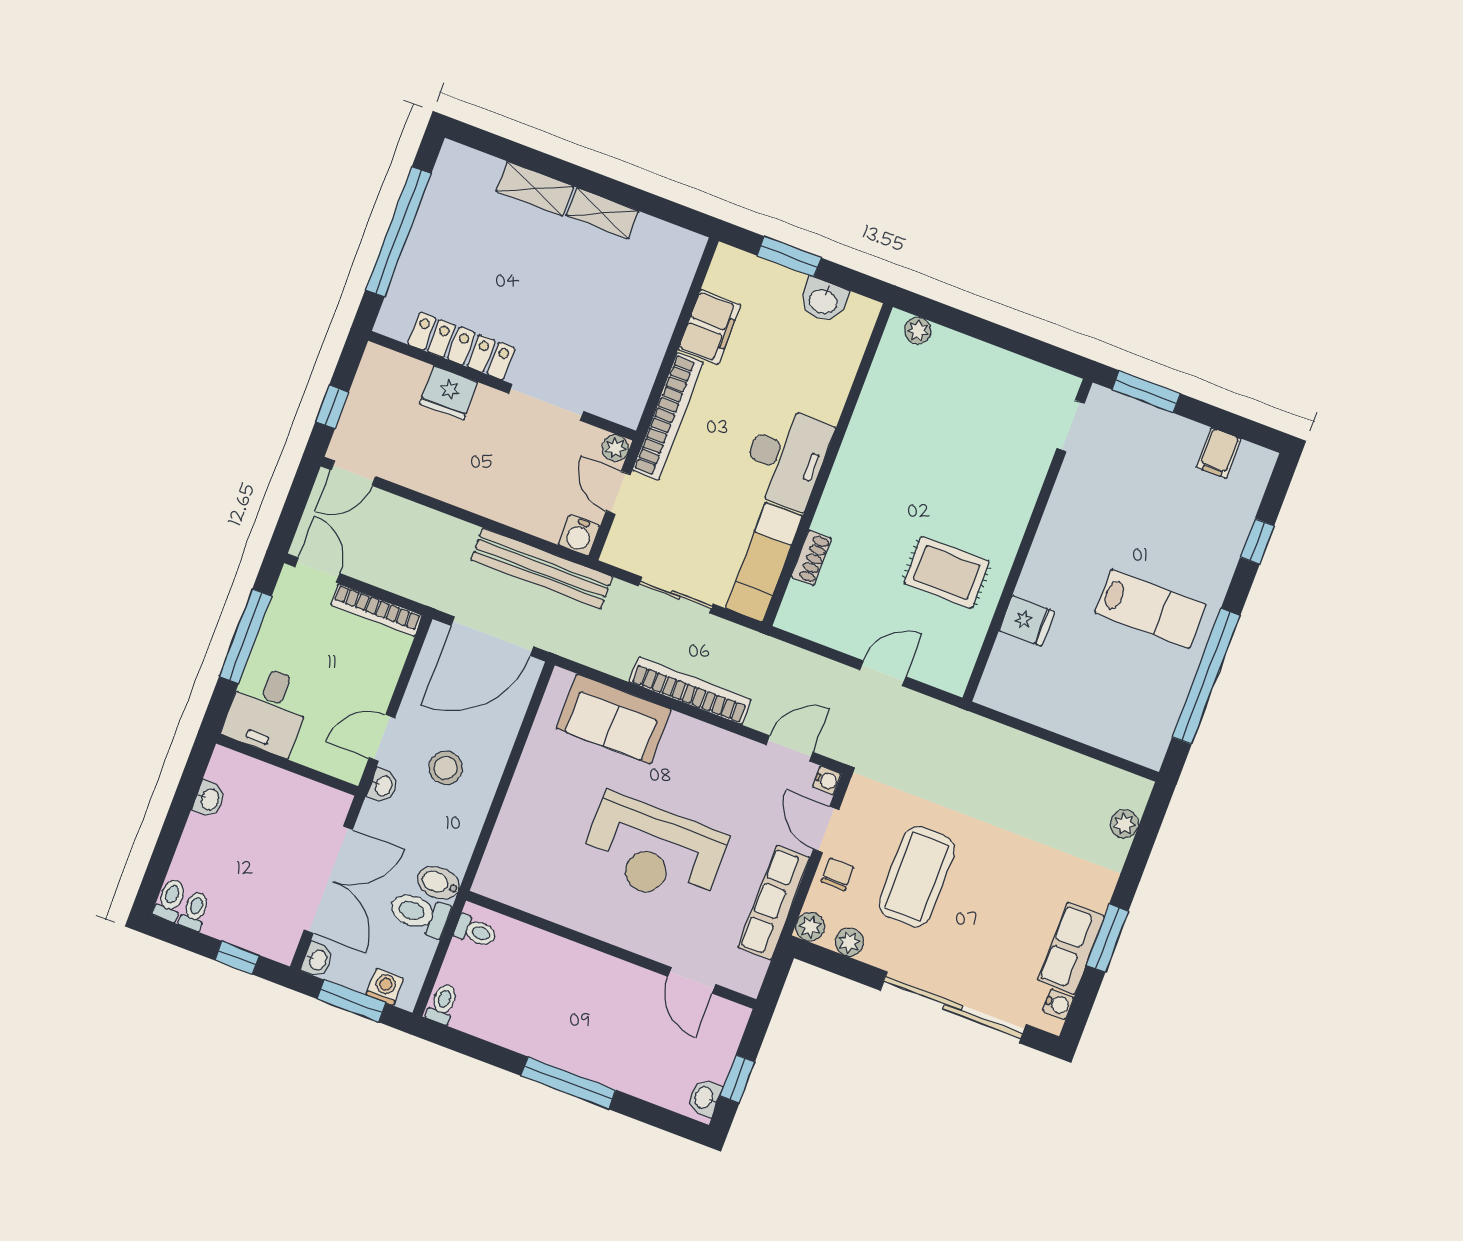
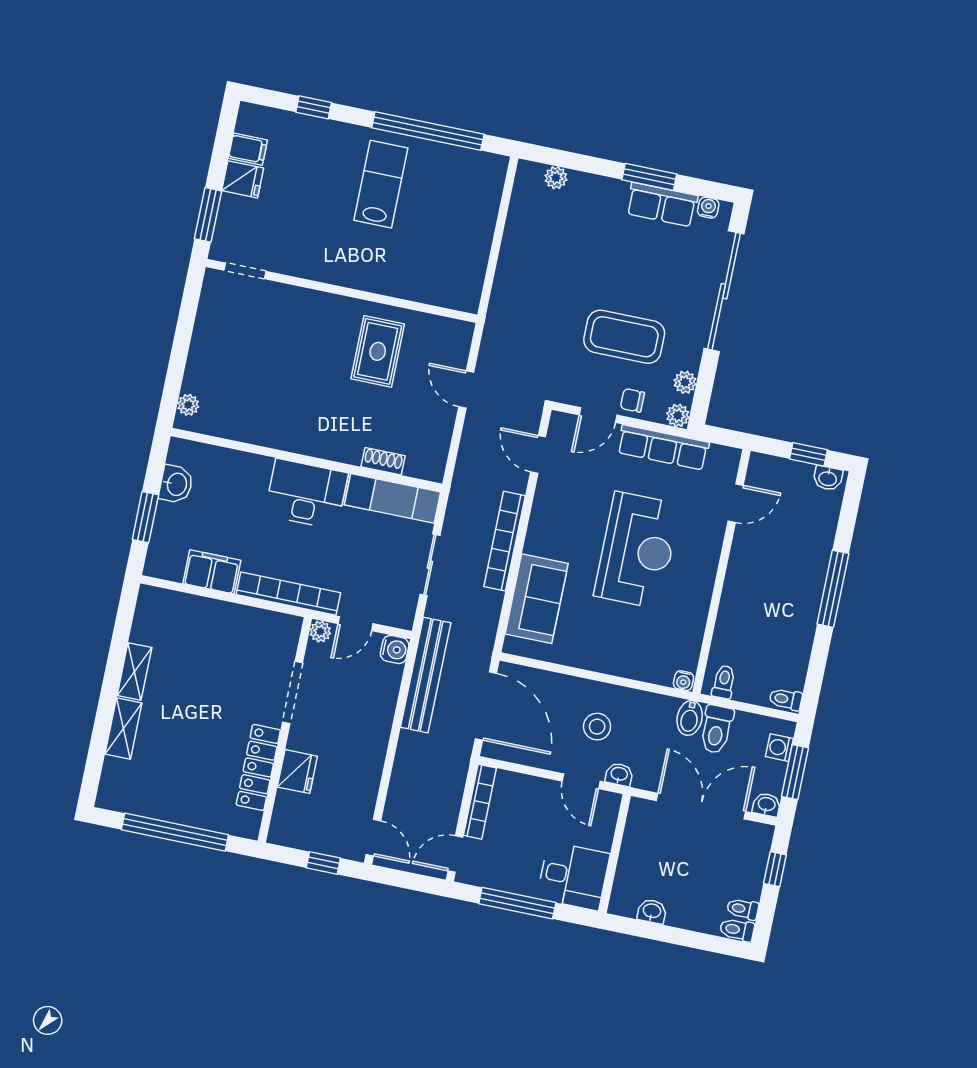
fridge: (1027, 621) -> (243, 179), moved, turned 90
water cooler: (827, 780) -> (684, 681), moved, turned 180

